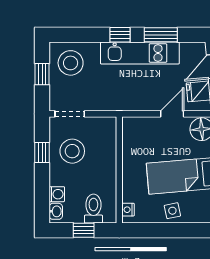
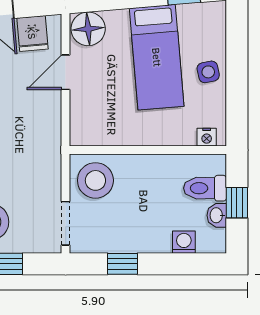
door: (172, 114) -> (66, 72), hinge flipped
stool: (72, 151) -> (95, 180), moved
washbasin: (56, 211) -> (217, 215), moved, turned -90

